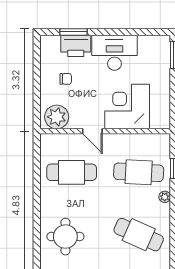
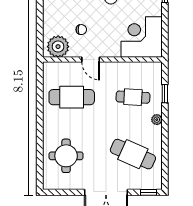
chair: (66, 79) -> (81, 30), moved
corner desk: (127, 107) -> (142, 37), moved
cafe table: (139, 172) -> (133, 97), width x0.73, depth x0.74

